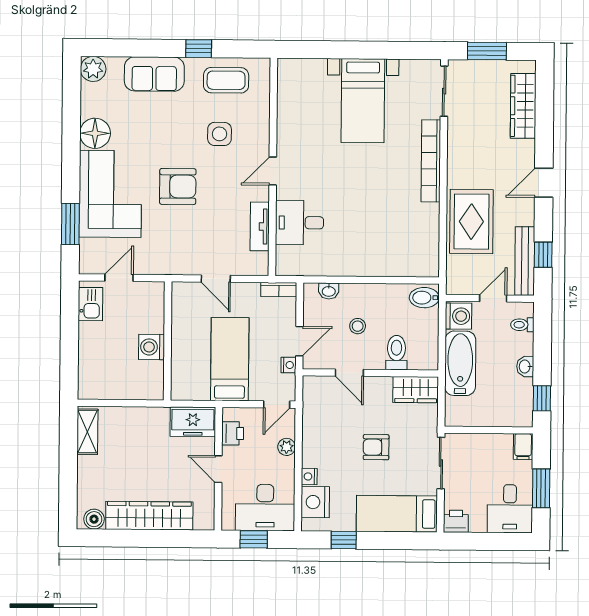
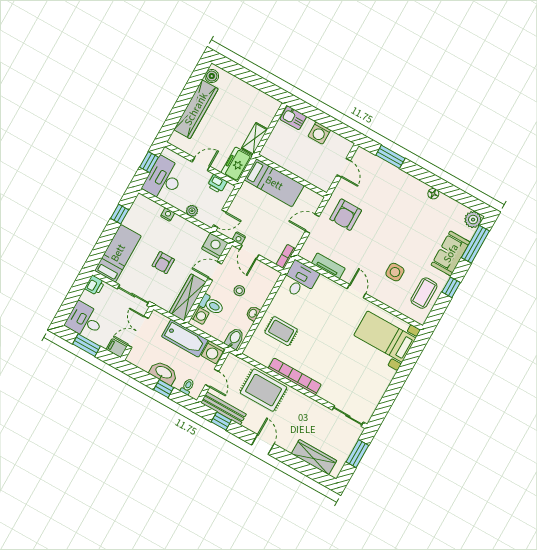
window: (124, 48) -> (475, 244), added
bed with nightstands: (363, 101) -> (385, 337), moved
floor lamp: (95, 133) -> (433, 194), width x0.53, depth x0.53
bookcase: (431, 161) -> (295, 376), moved
armchair: (178, 186) -> (346, 215), moved
corner sofa: (110, 194) -> (395, 190), removed
desk: (299, 223) -> (300, 280), moved
rug: (381, 241) -> (281, 331), added
washbasin: (329, 291) -> (253, 313), moved
kitchen sink: (90, 304) -> (293, 118), moved
washing machine: (152, 347) -> (319, 133), moved, turned 180
bed: (230, 359) -> (274, 183), moved
washing machine: (419, 360) -> (200, 315), added
washbasin: (525, 367) -> (163, 373), width x1.91, depth x1.45
wardrobe: (416, 390) -> (188, 297), width x1.50
window: (542, 398) -> (164, 389), moved
door: (277, 404) -> (220, 219), swing flipped
double door: (486, 430) -> (138, 332), added
shelving: (87, 432) -> (255, 139), moved, turned 90
armchair: (376, 447) -> (163, 263), turned 180
nightstand: (315, 502) -> (215, 246), moved

